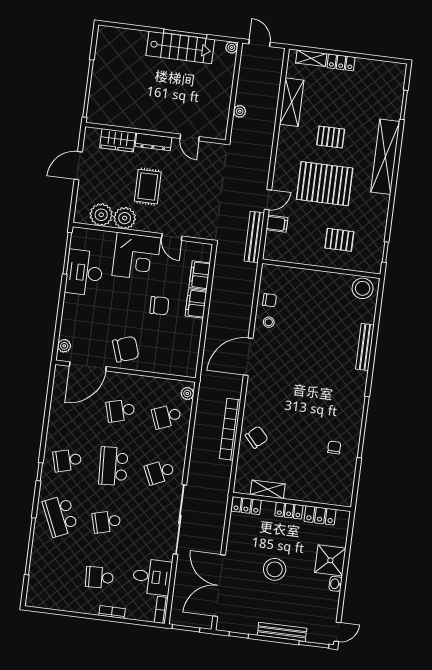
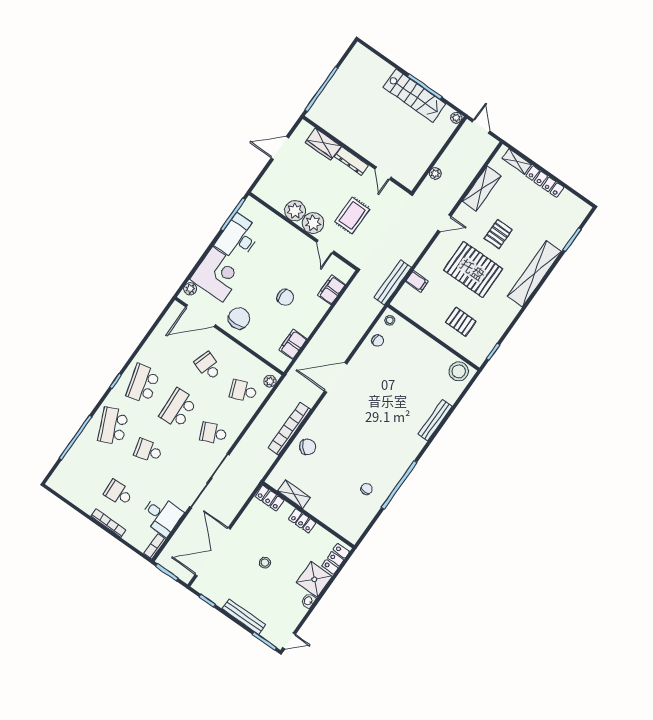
locker: (341, 62) -> (545, 182), width x1.53
pallet: (331, 137) -> (498, 234), turned 90
rug: (148, 187) -> (352, 215), moved
door: (268, 200) -> (444, 223), moved
plant: (101, 215) -> (313, 223), moved
corner desk: (136, 257) -> (218, 274), moved, turned -90
filing cabinet: (196, 304) -> (293, 344), moved
stool: (269, 322) -> (390, 320), moved
chair: (126, 349) -> (239, 318), turned -71
school desk: (120, 411) -> (208, 366), turned 33
school desk: (67, 460) -> (143, 384), width x1.85
locker: (320, 515) -> (336, 559), moved, turned 90
stool: (275, 569) -> (265, 563), width x0.53, depth x0.53
bookcase: (112, 612) -> (108, 523), width x1.56

